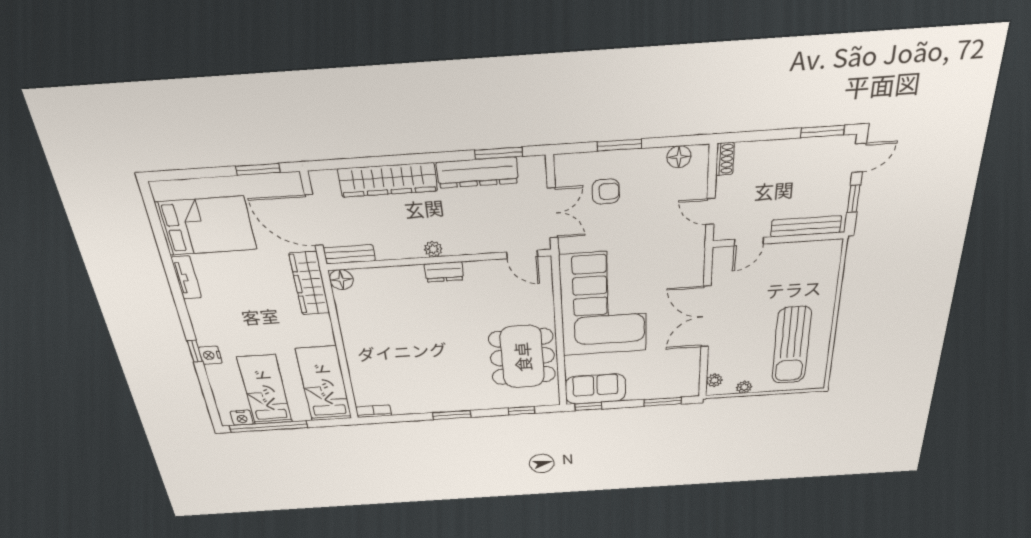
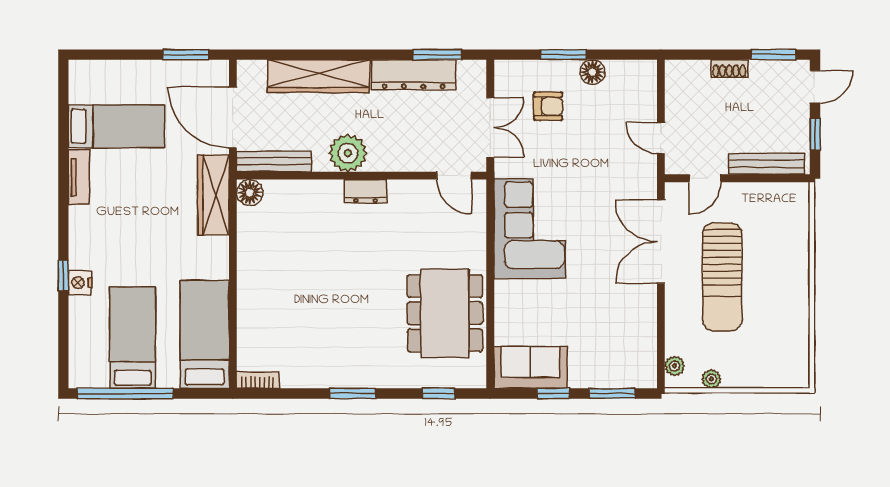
floor lamp: (679, 157) -> (592, 72), moved
shoe rack: (725, 159) -> (729, 69), moved, turned 90
bed: (206, 226) -> (116, 126), width x0.67
plant: (433, 249) -> (348, 153), width x1.88, depth x1.88
bench: (349, 254) -> (274, 161), width x1.36
corner sofa: (603, 304) -> (530, 229), width x0.73, depth x0.74
double door: (706, 317) -> (661, 242), moved
sun lounger: (791, 345) -> (722, 277), moved
window: (588, 406) -> (554, 394), moved
nightstand: (242, 418) -> (96, 377), removed

